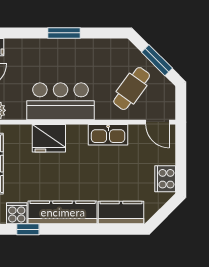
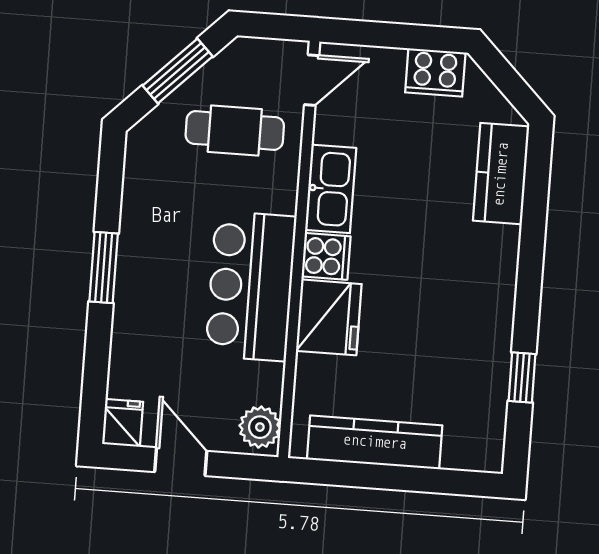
cafe table: (132, 89) -> (235, 130), turned -36
kitchen counter: (63, 212) -> (491, 300), removed
cooker: (17, 213) -> (326, 256), moved, turned 180

